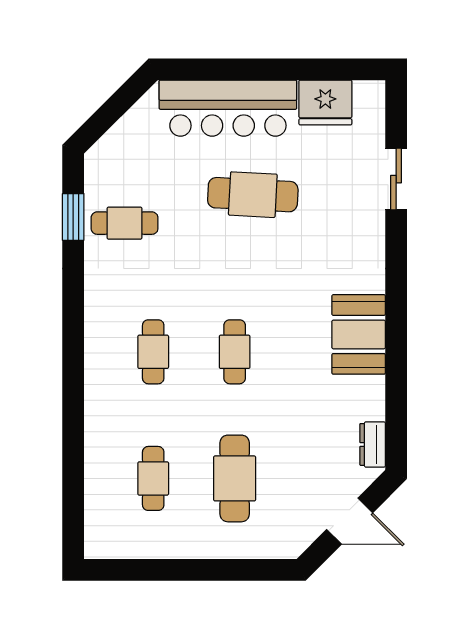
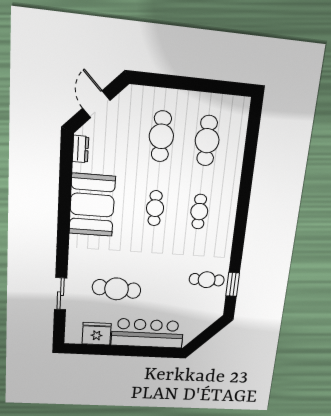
cafe table: (253, 195) -> (117, 289), moved
booth: (359, 334) -> (92, 205), width x1.36, depth x1.42
cafe table: (153, 478) -> (207, 141), width x1.37, depth x1.35
door: (350, 521) -> (96, 104), hinge flipped

